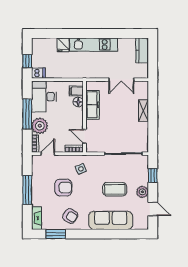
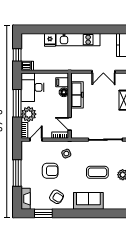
sofa: (111, 220) -> (88, 201), width x0.73

